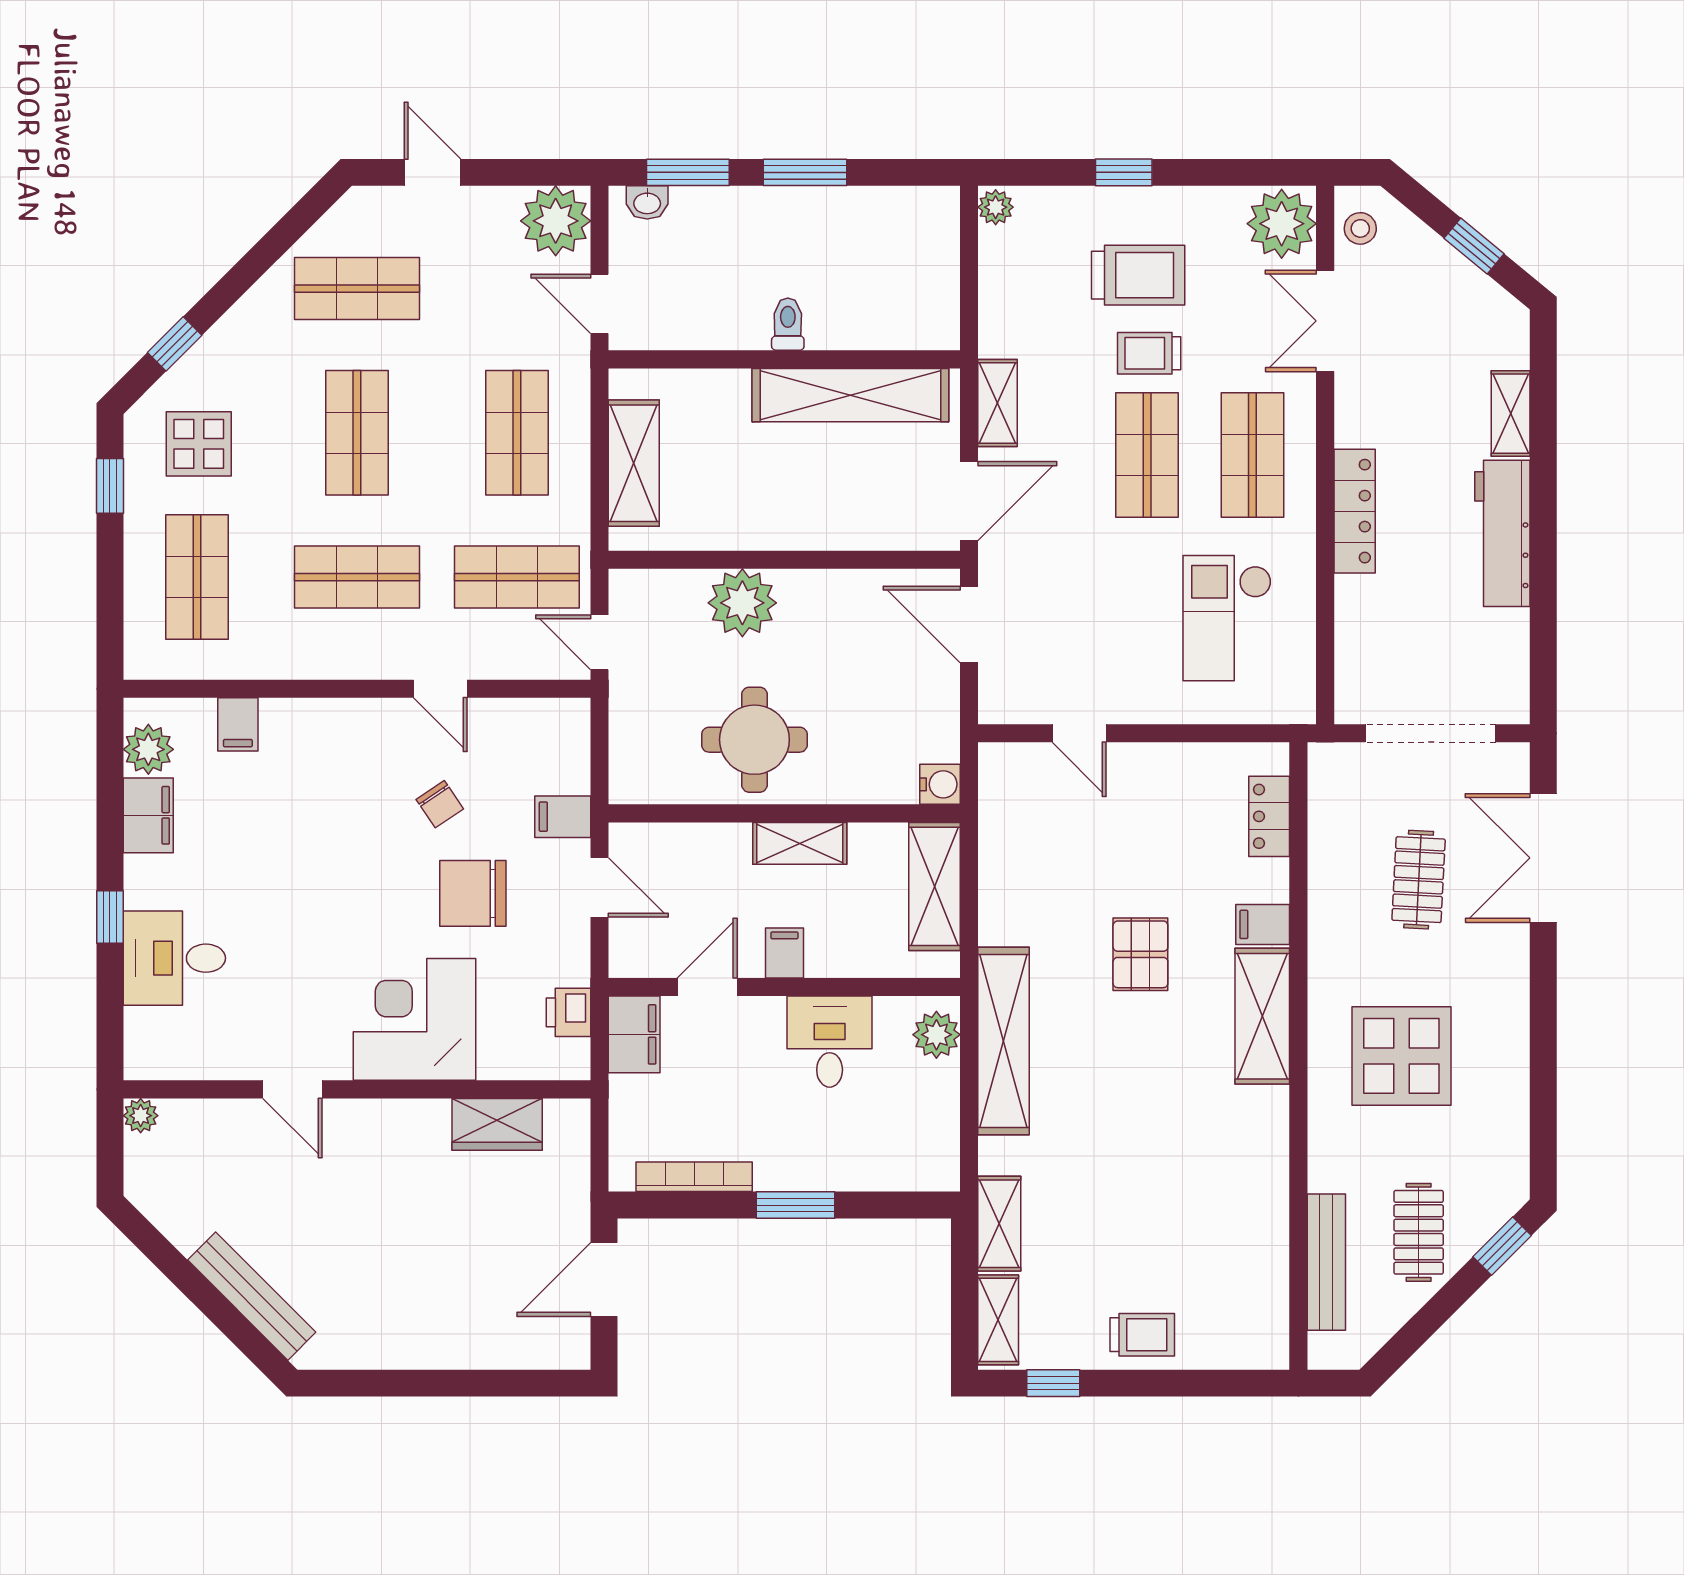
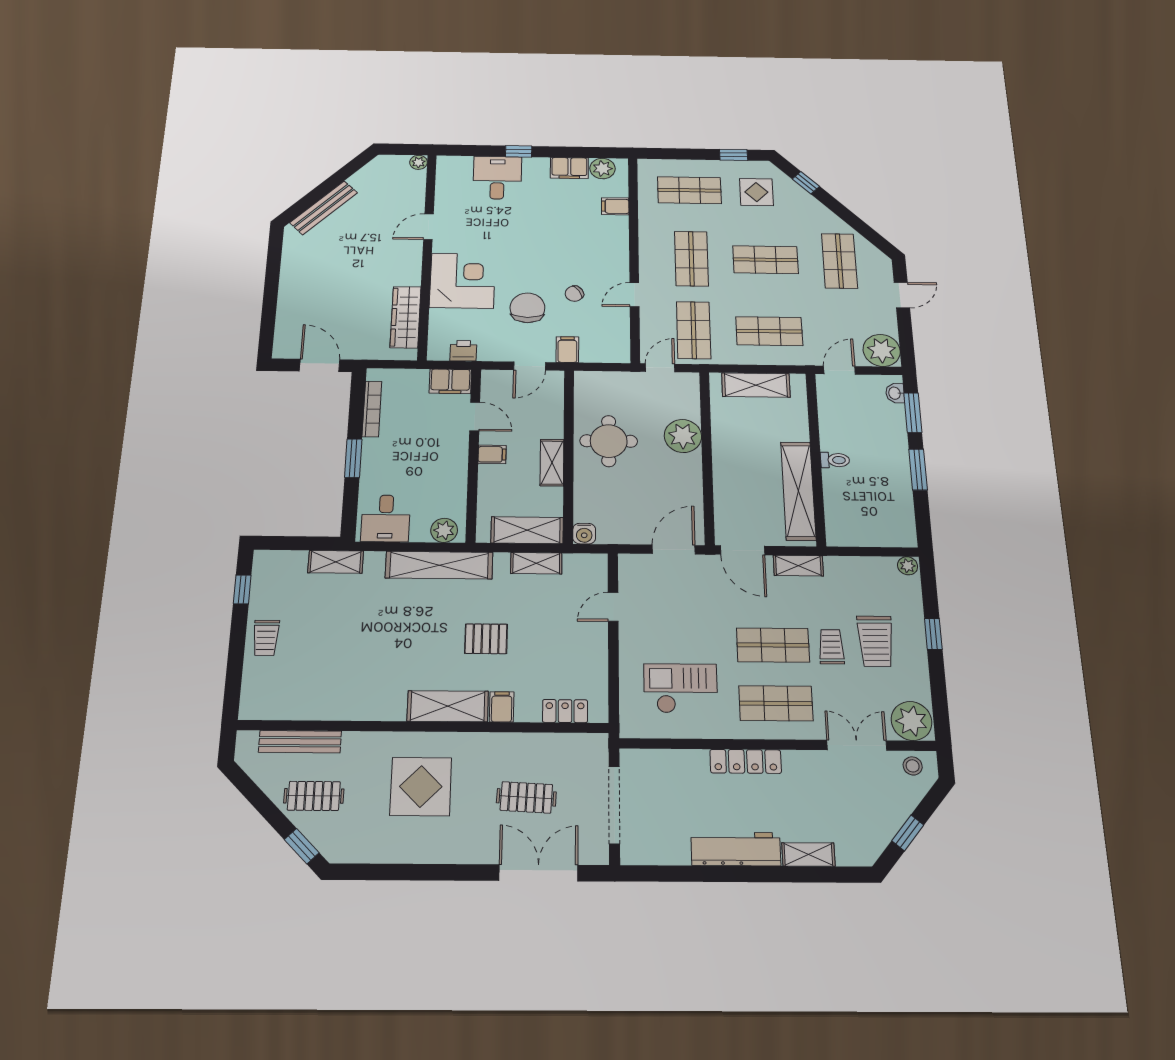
desk: (830, 1042) -> (386, 518), moved, turned 90
wardrobe: (497, 1124) -> (406, 317), width x1.50
shelving: (998, 1320) -> (536, 563), moved

